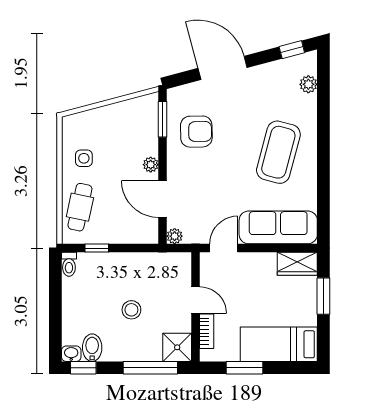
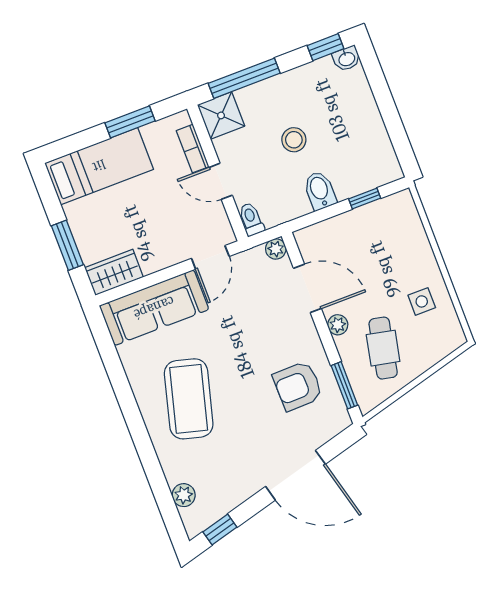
cafe table: (80, 207) -> (383, 348), moved
toilet: (69, 264) -> (251, 219), moved
bidet: (92, 348) -> (320, 190), moved, turned 180

